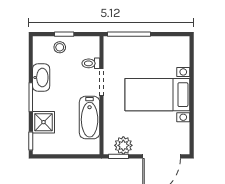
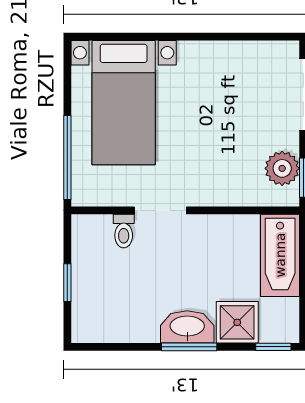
stool: (60, 47) -> (93, 291), removed
washbasin: (41, 78) -> (187, 327), moved
bed with nightstands: (157, 95) -> (124, 103), moved
bathtub: (90, 117) -> (280, 255), moved, turned 90

